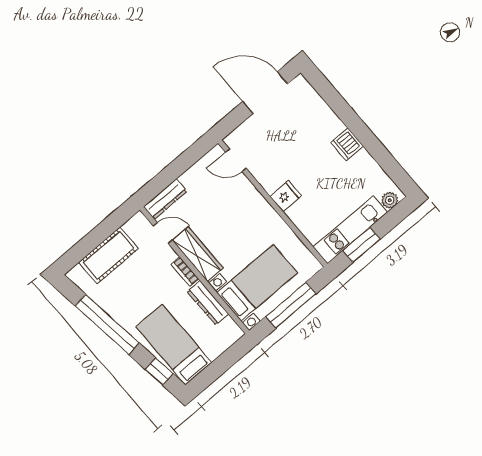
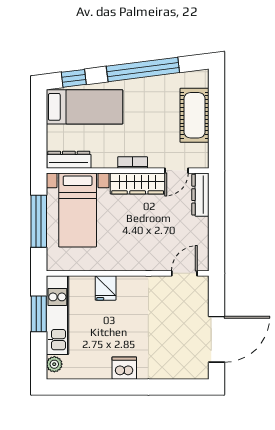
fridge: (286, 196) -> (106, 288), moved
dresser: (208, 303) -> (69, 160), moved

